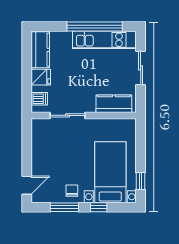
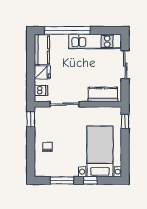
window: (95, 27) -> (67, 30), moved
window: (27, 134) -> (31, 119), added
window: (141, 181) -> (125, 121), moved
door: (27, 185) -> (31, 162), removed
chair: (72, 191) -> (47, 147), moved

